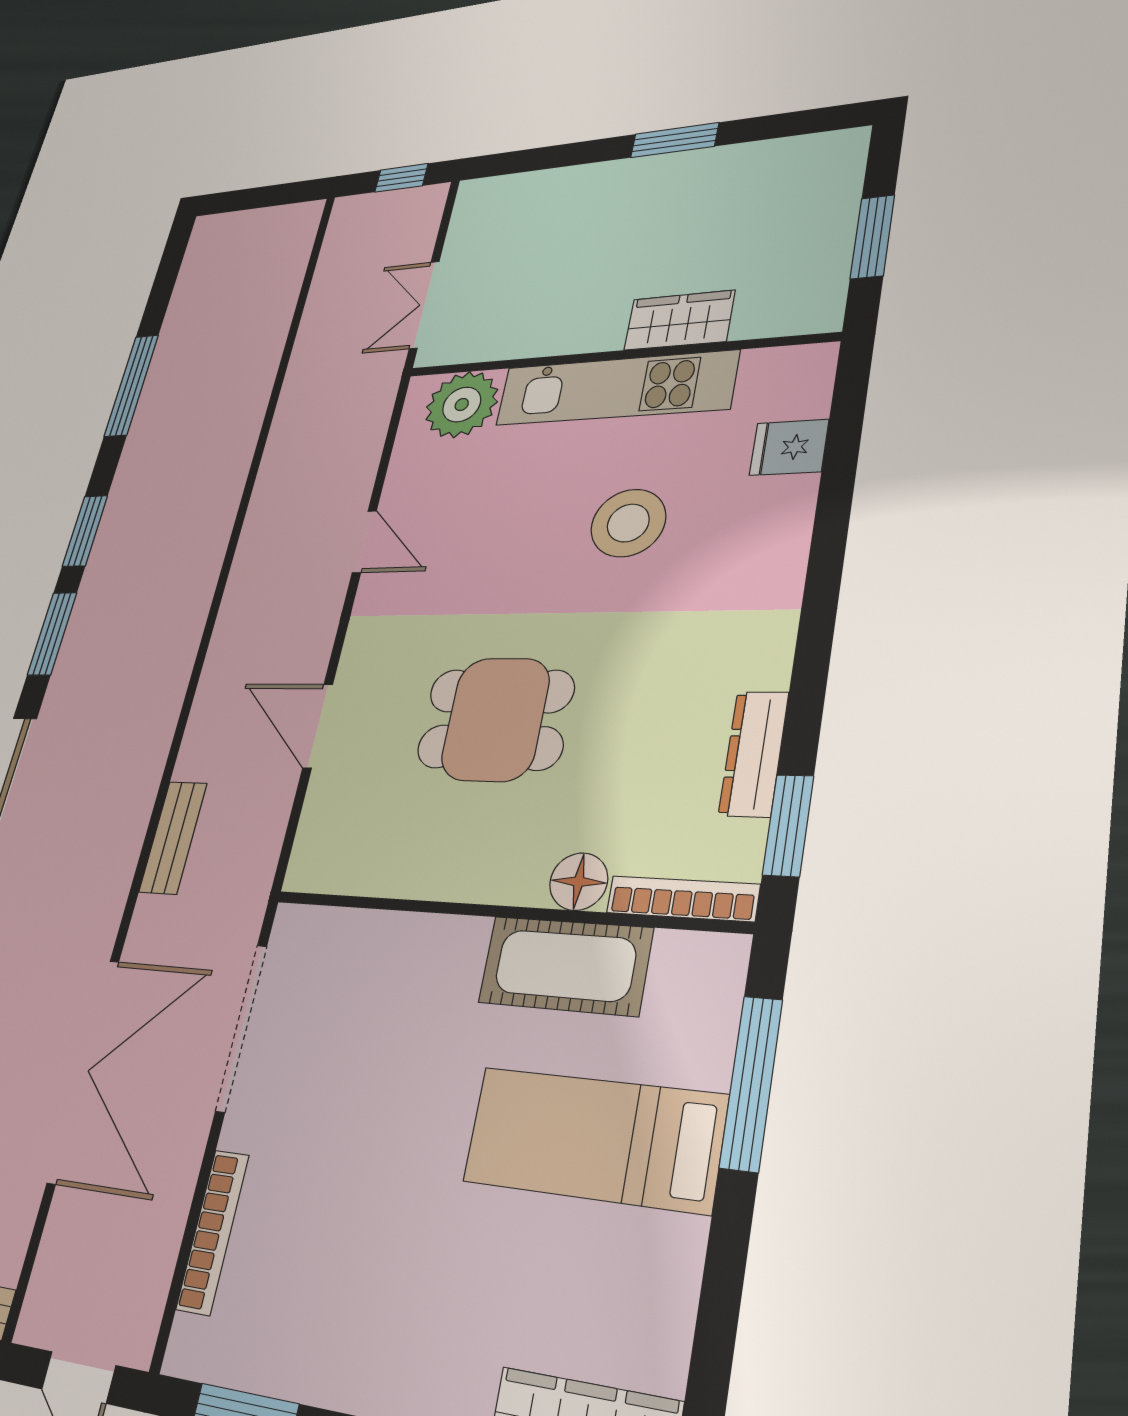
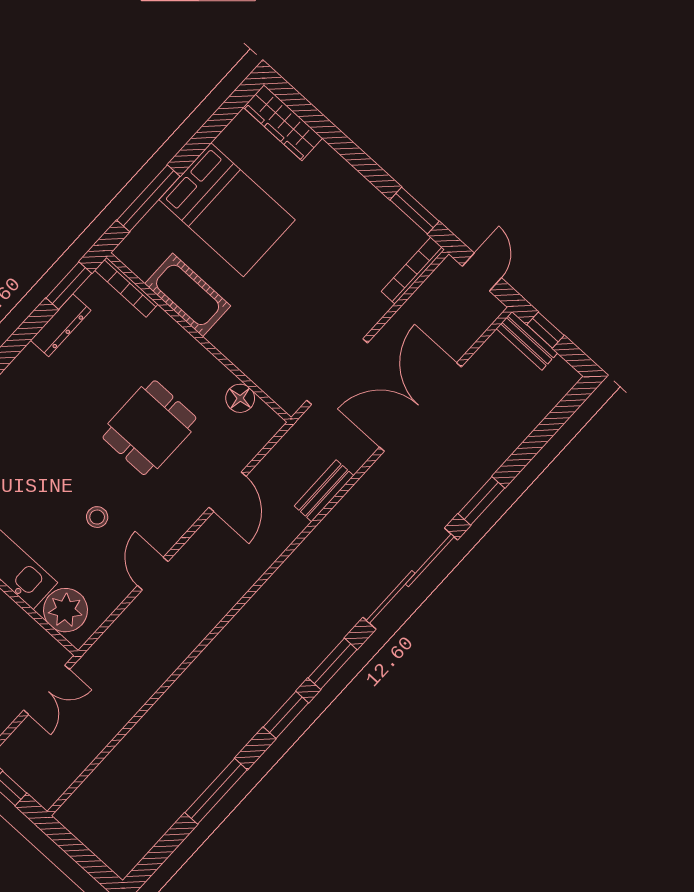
stool: (628, 523) -> (97, 517), moved, width x0.53, depth x0.53
dining table: (495, 719) -> (149, 428), turned 90
floor lamp: (579, 882) -> (240, 398), moved
bed: (594, 1139) -> (227, 210), width x1.50
bookcase: (213, 1232) -> (413, 270), moved

